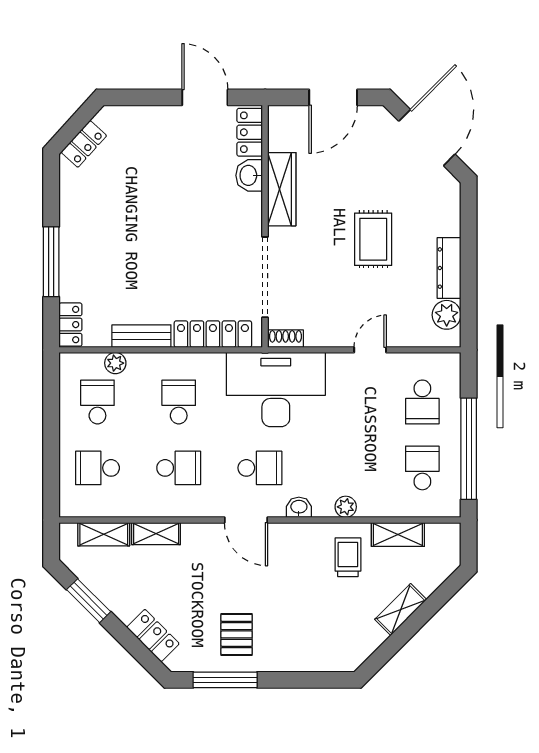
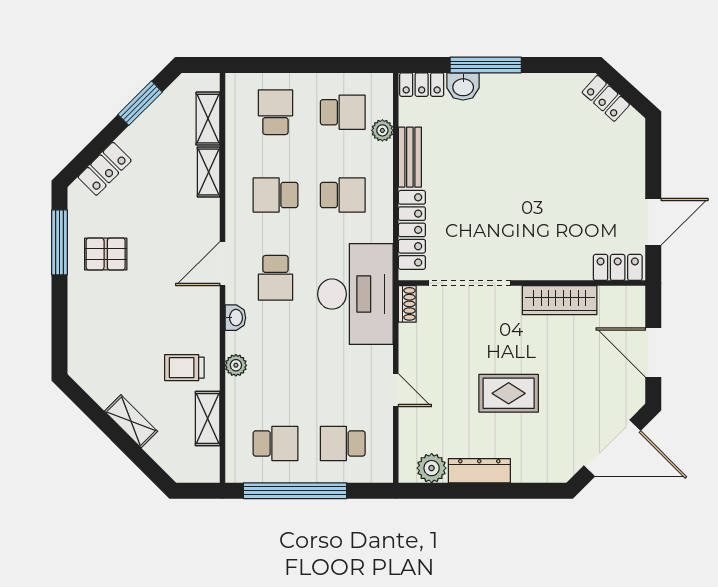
washbasin: (249, 175) -> (463, 86), moved, turned 180
school desk: (179, 468) -> (275, 195), turned 90
trolley: (348, 557) -> (184, 368), turned 180

